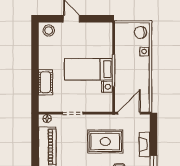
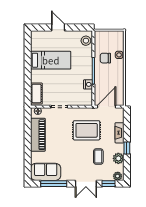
stool: (49, 31) -> (86, 41), moved
chair: (140, 32) -> (105, 58), moved
bed: (88, 69) -> (51, 60), moved, turned 180
cot: (45, 82) -> (36, 93), moved

